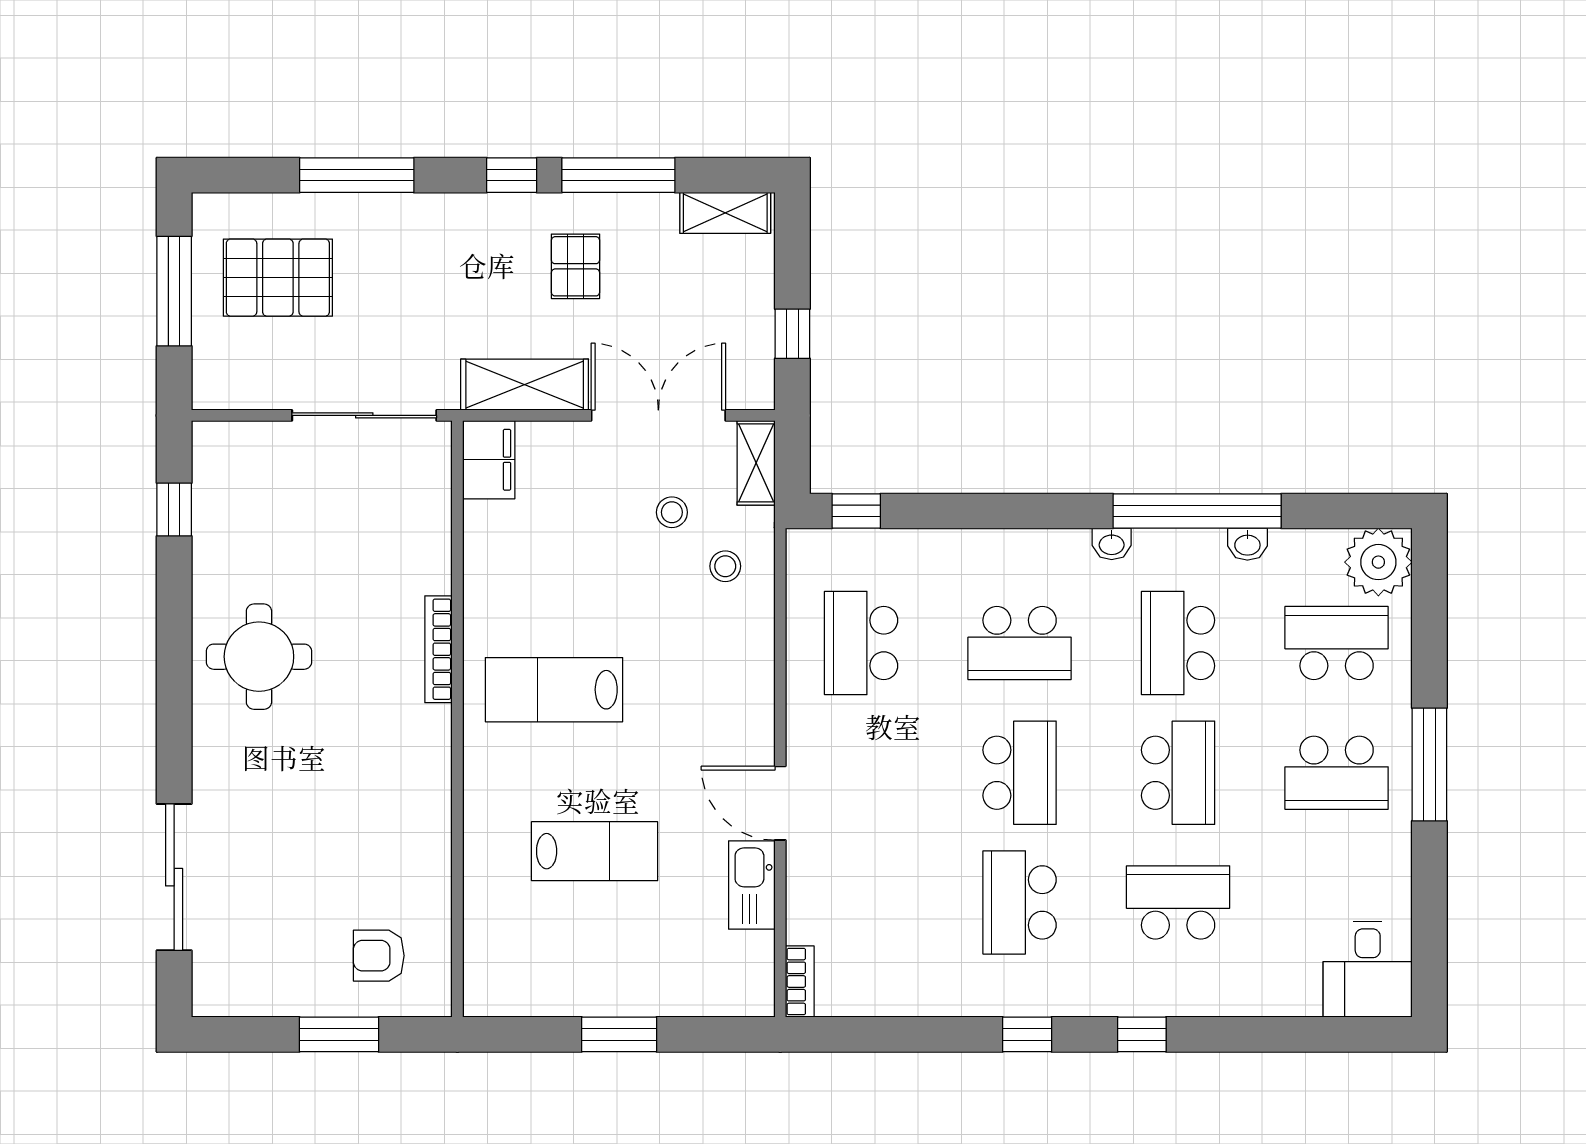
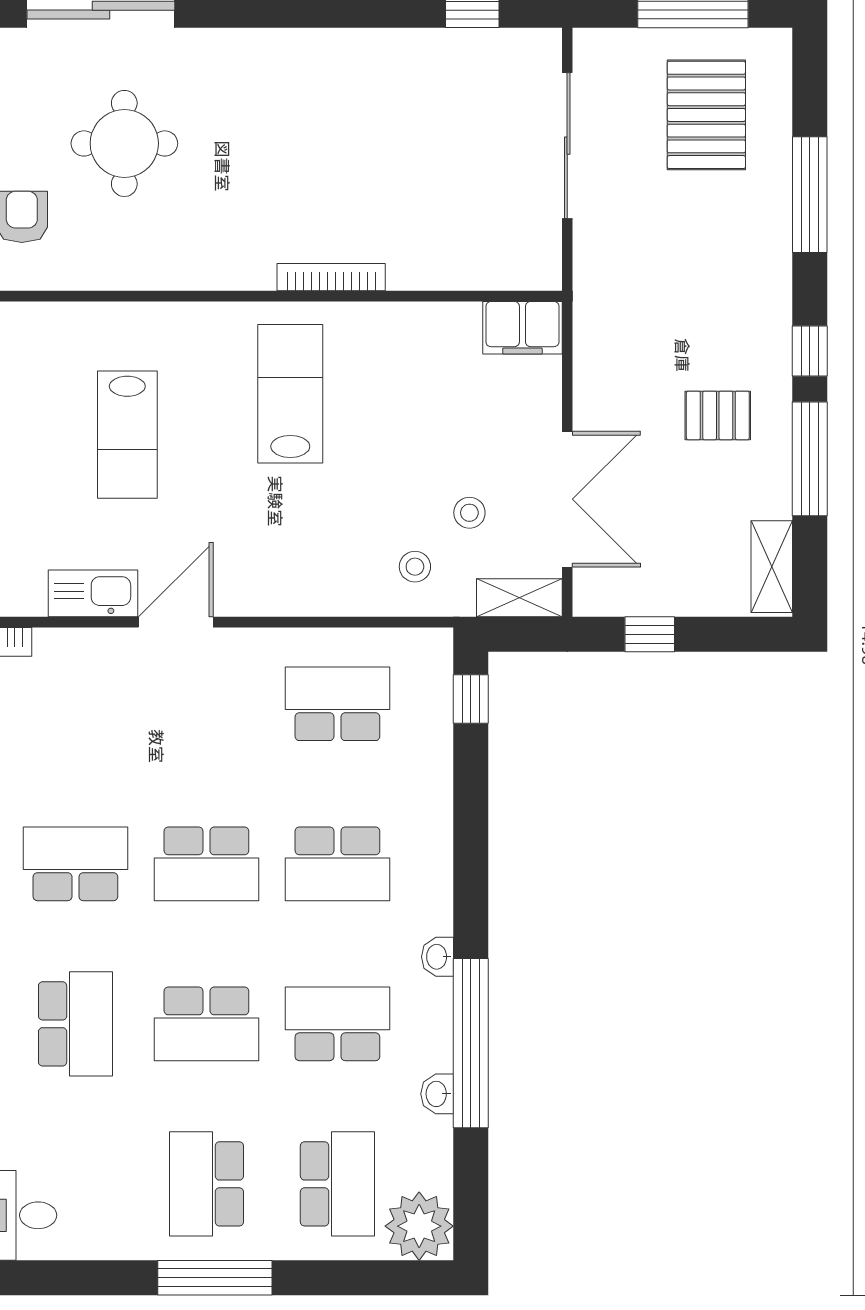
shelving: (525, 385) -> (598, 364), removed
sliding door: (364, 415) -> (567, 146), moved
school desk: (1020, 643) -> (337, 864), turned -90
round table: (259, 657) -> (124, 143), moved

